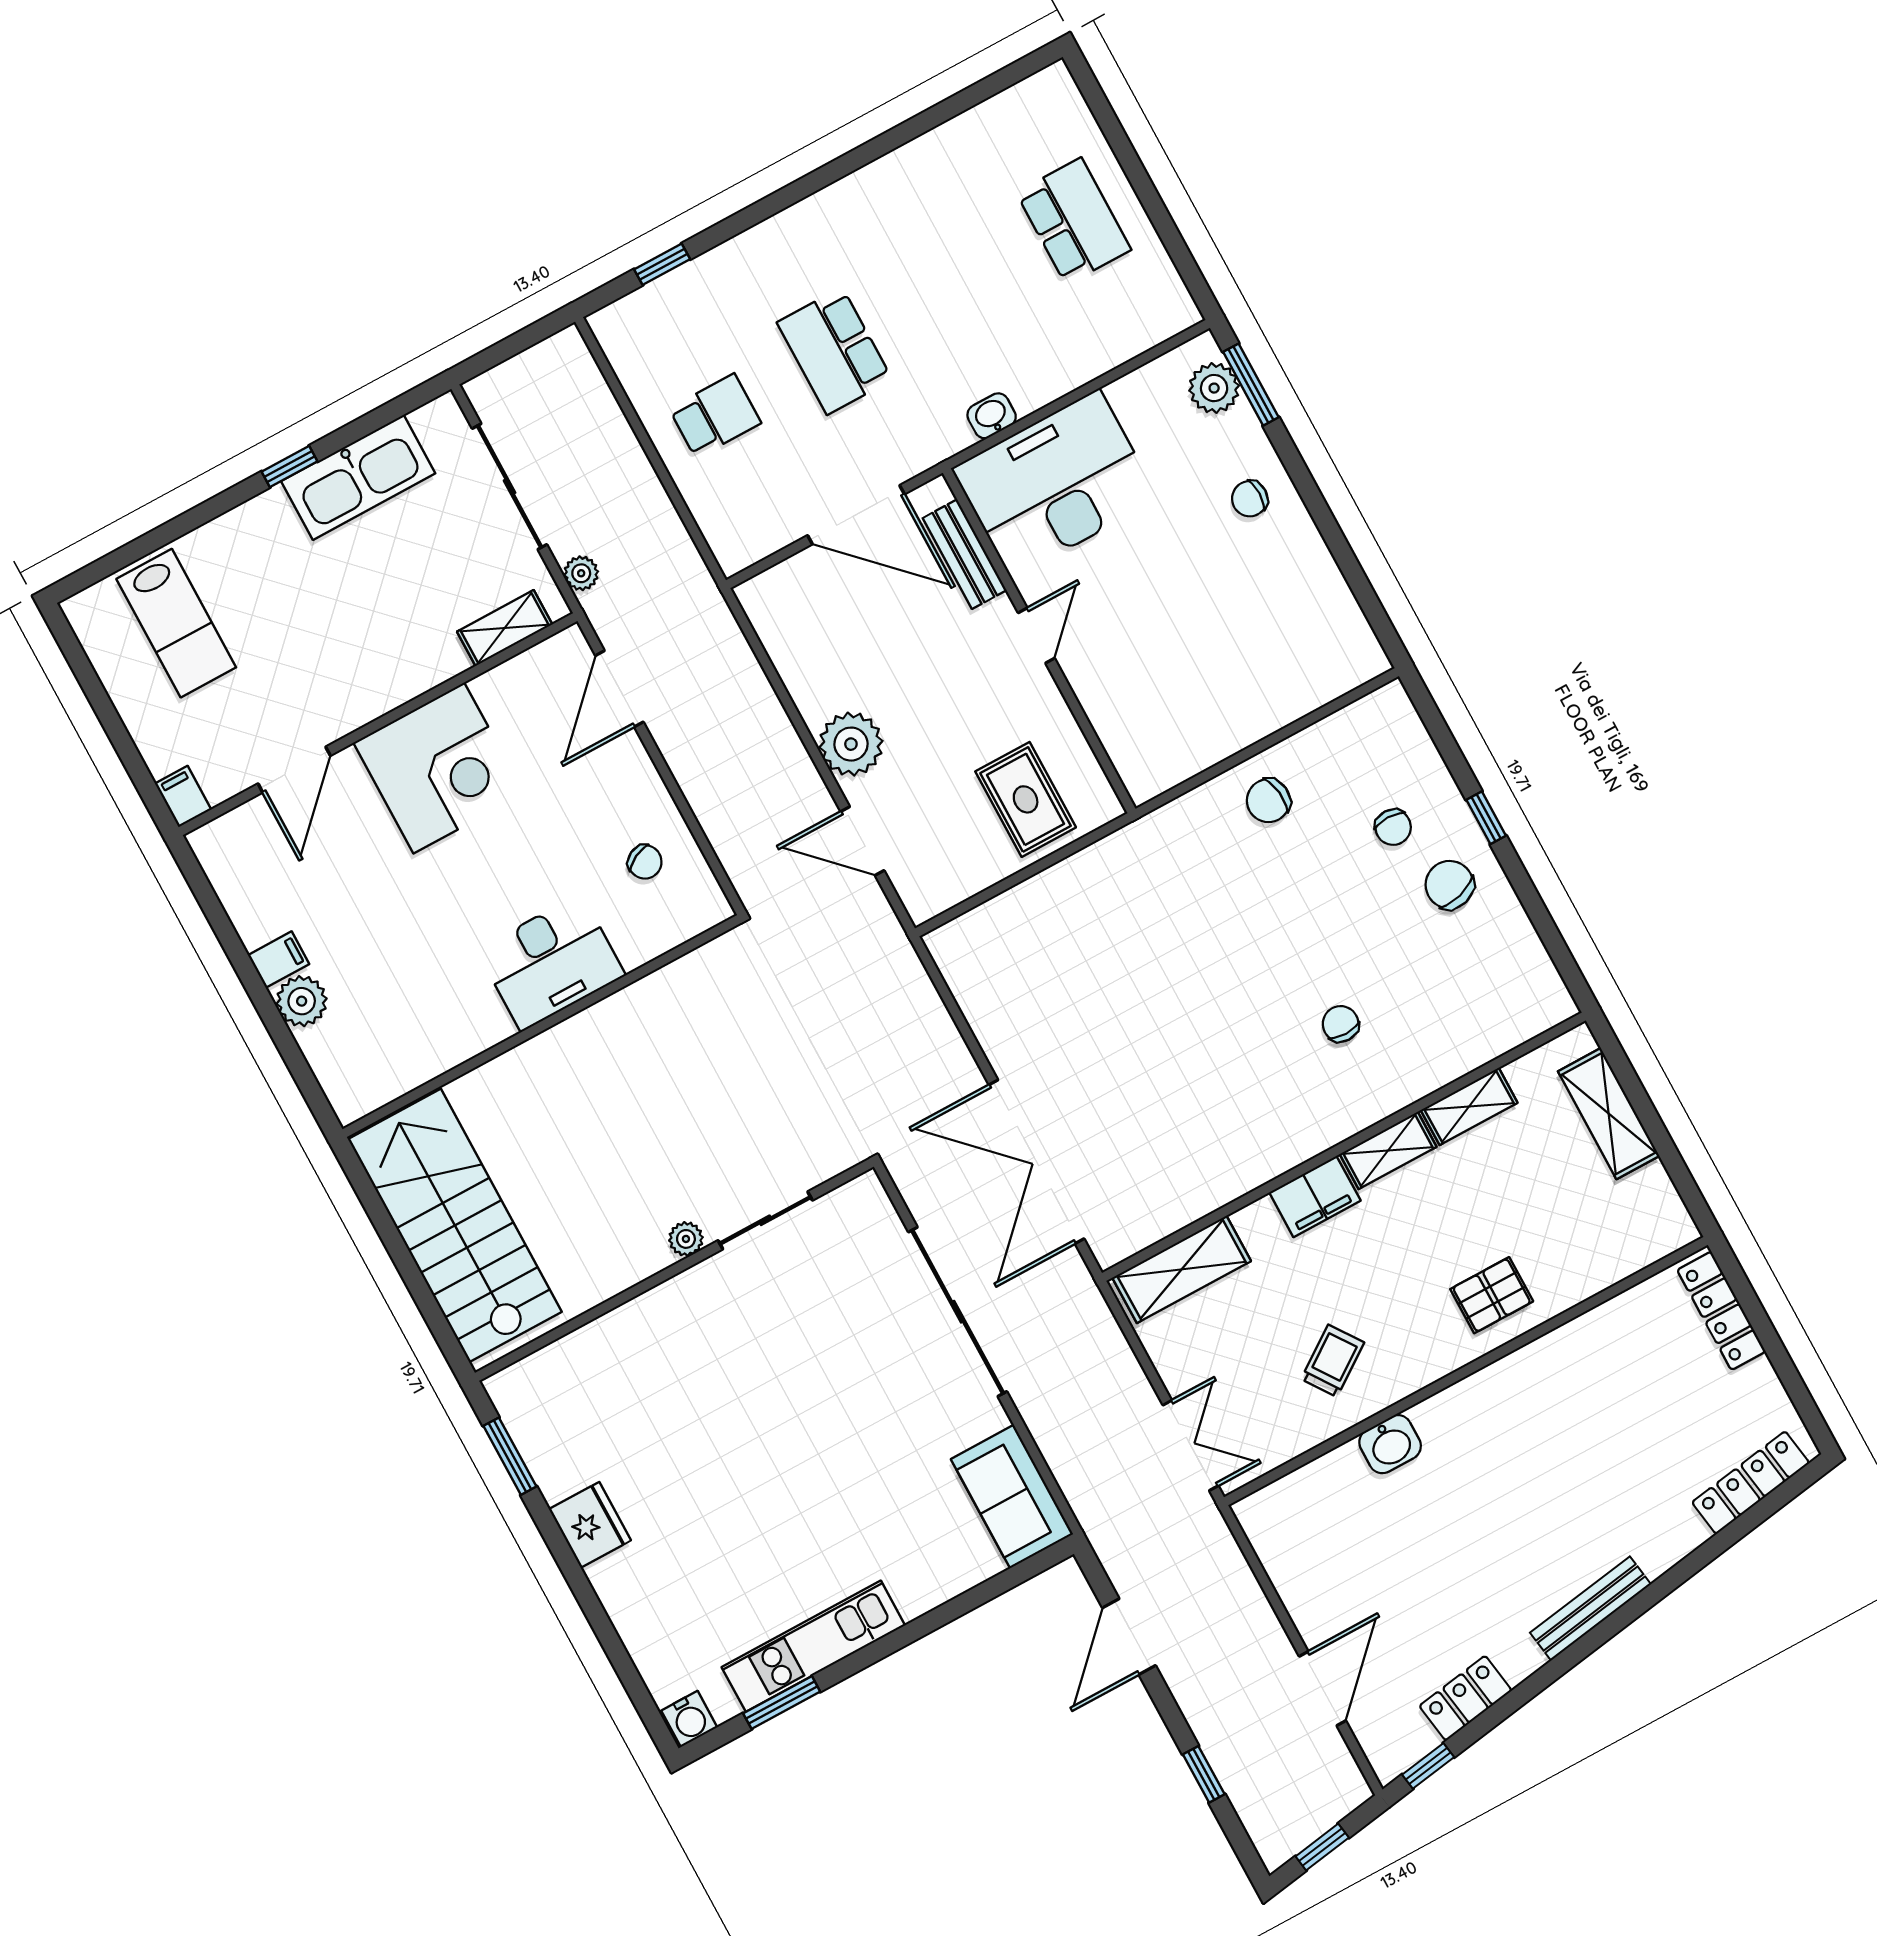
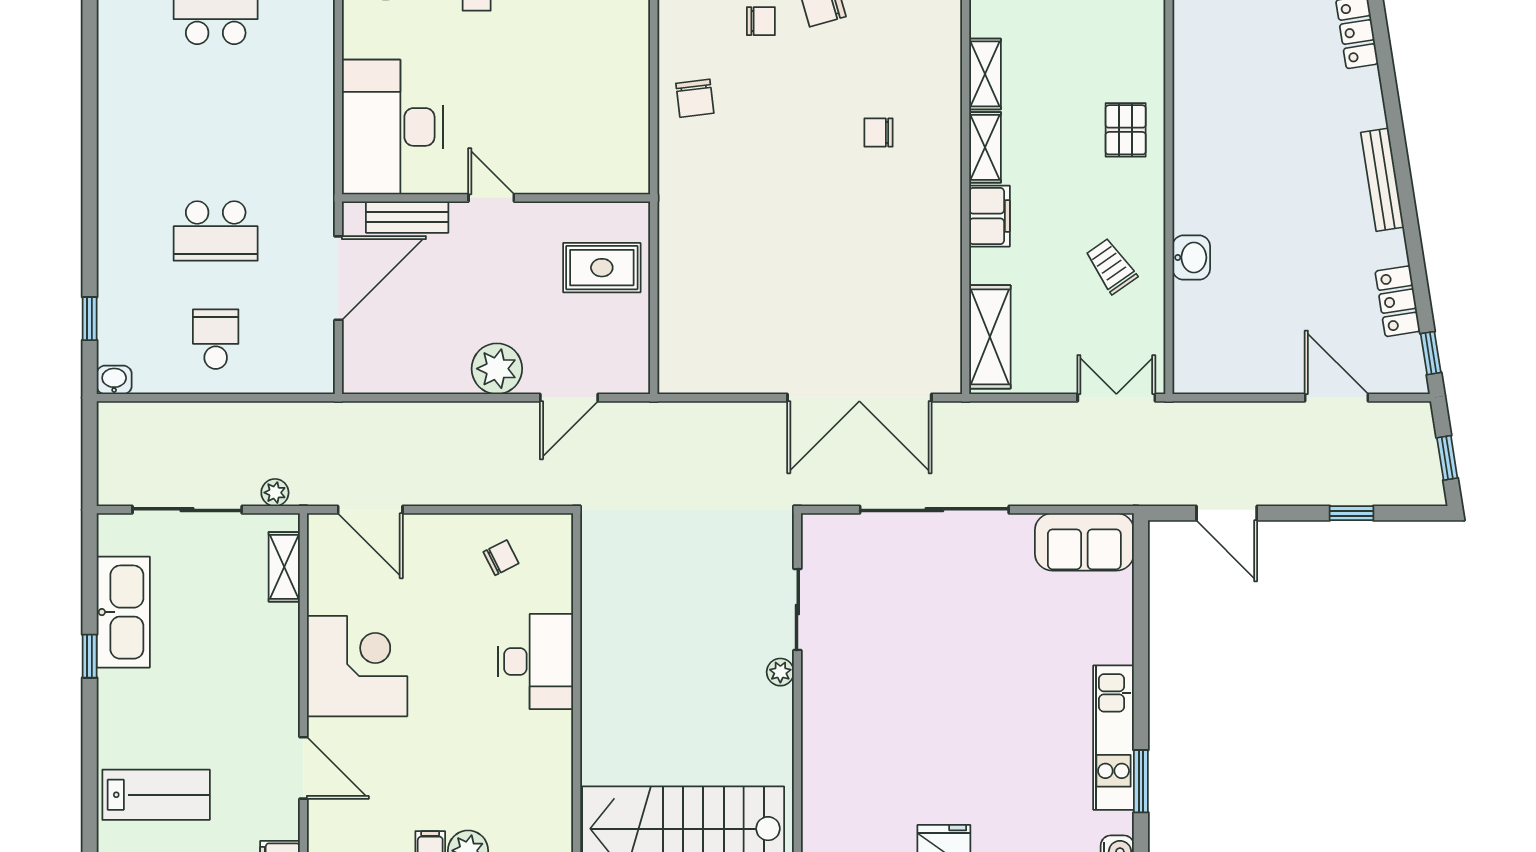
washbasin: (992, 416) -> (114, 380), moved, turned 90

